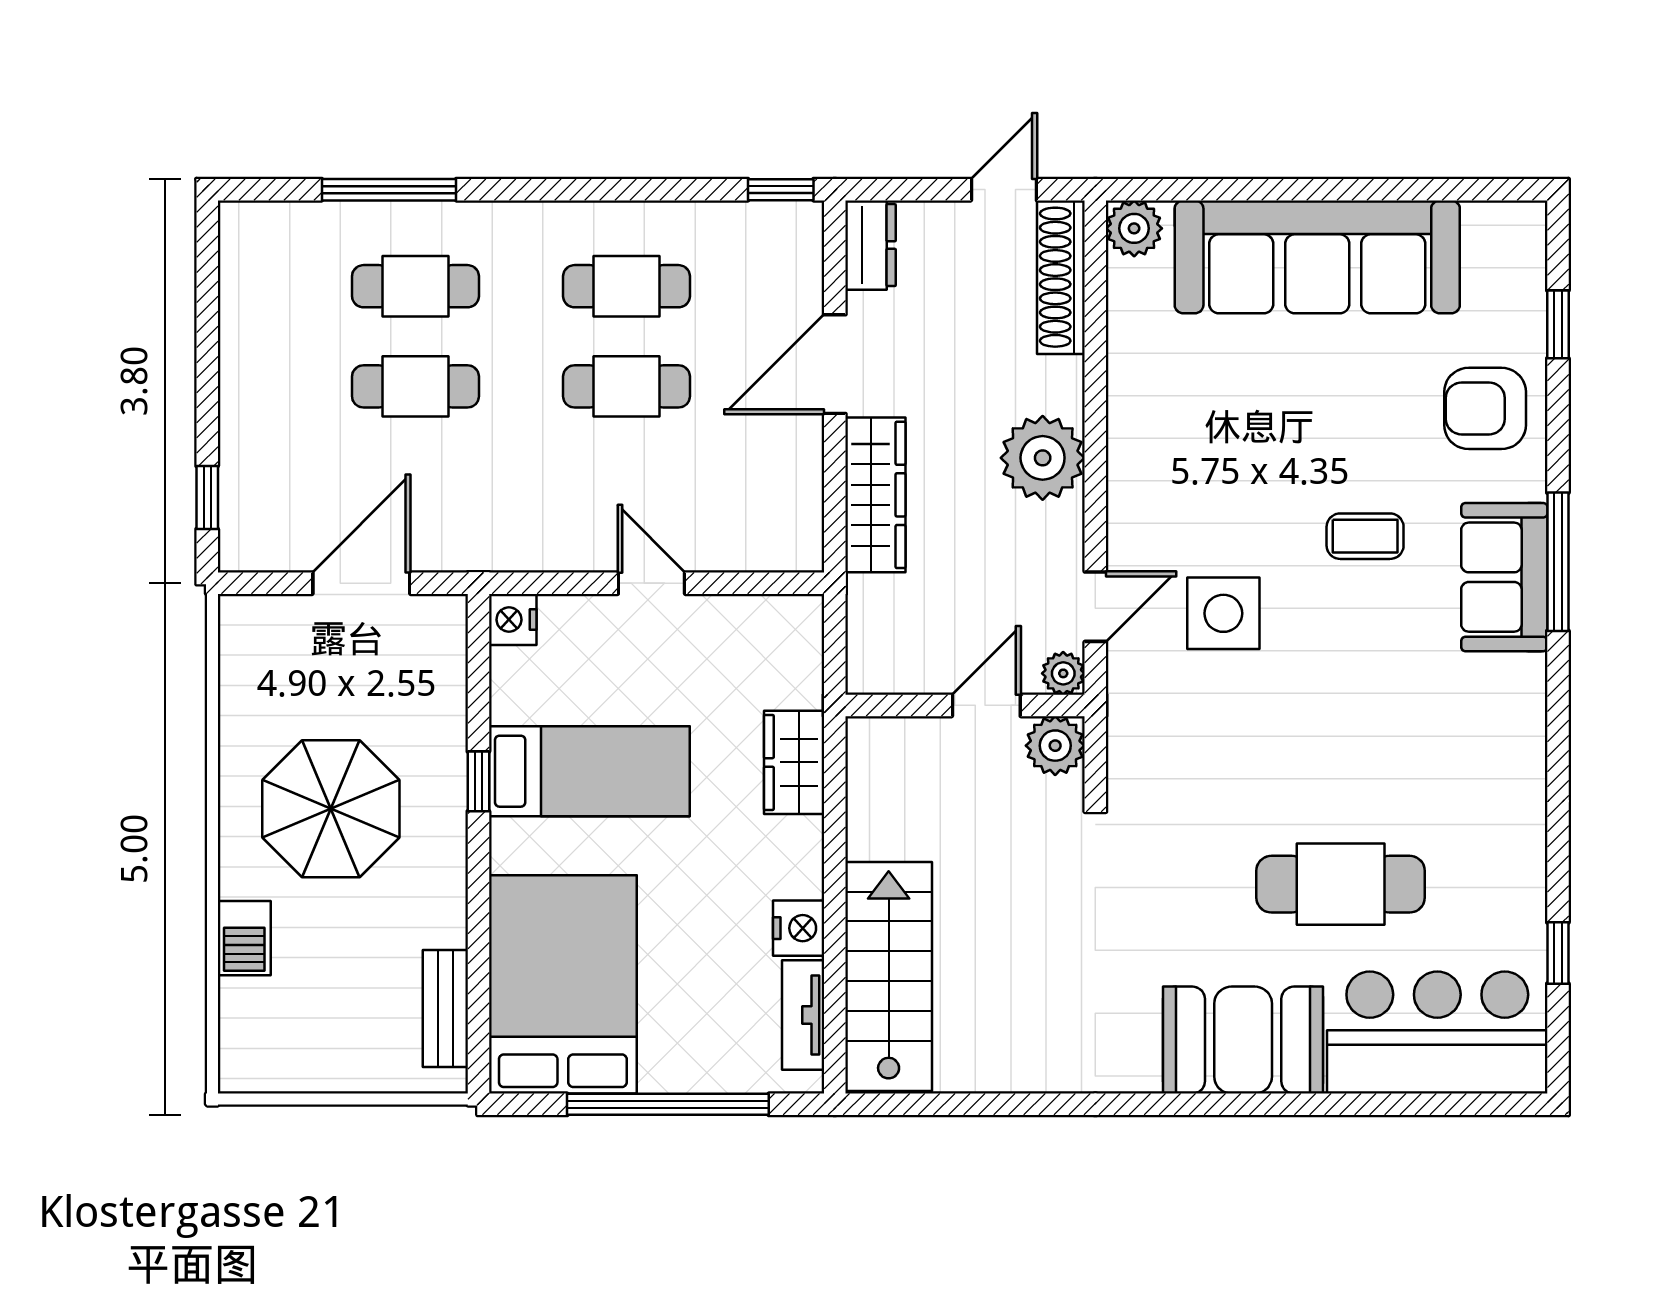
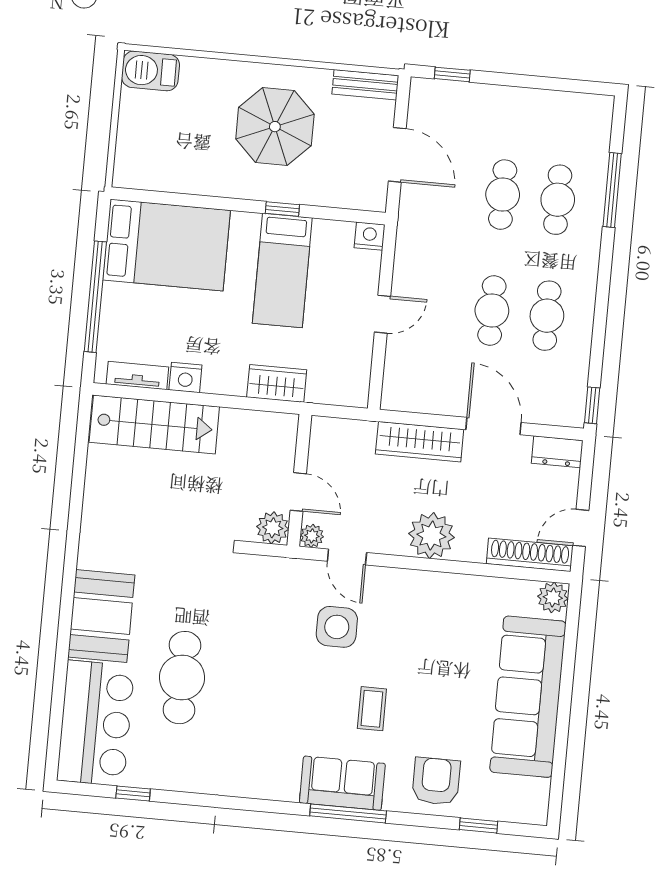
door: (1004, 190) -> (581, 528), swing flipped
barbecue: (244, 938) -> (150, 71), moved, width x1.38, depth x1.27
bench: (445, 1009) -> (365, 85), moved

